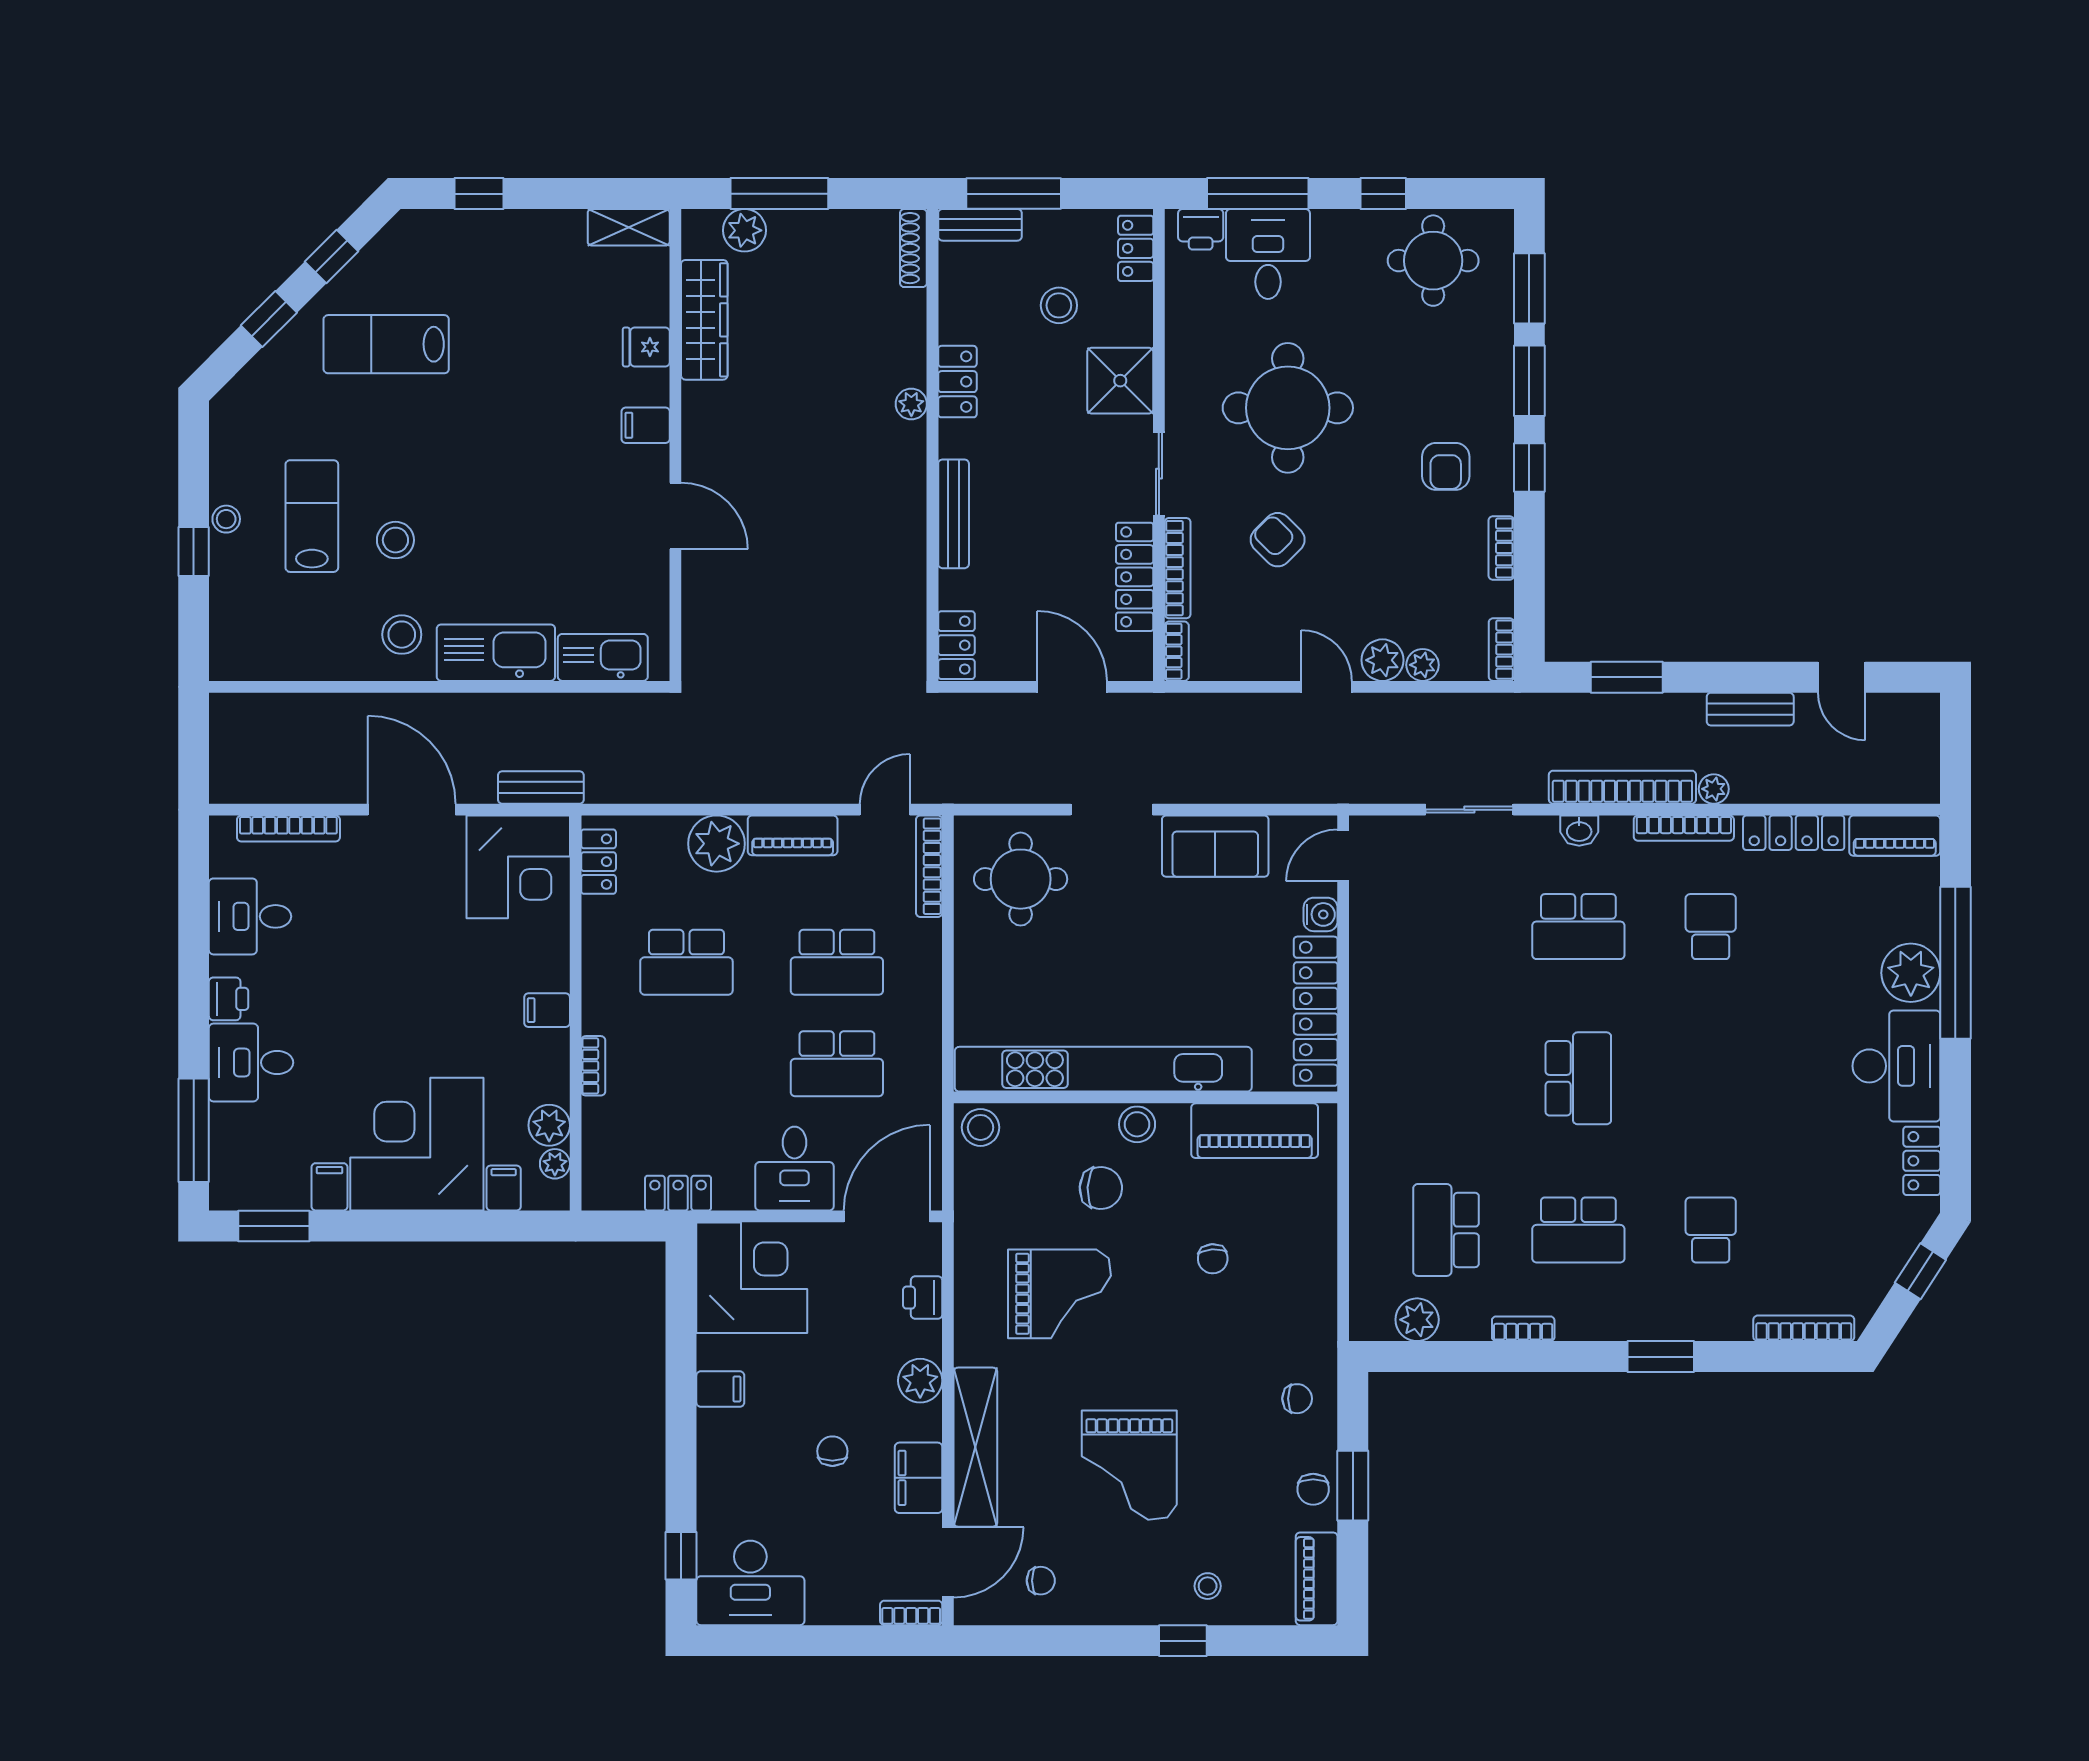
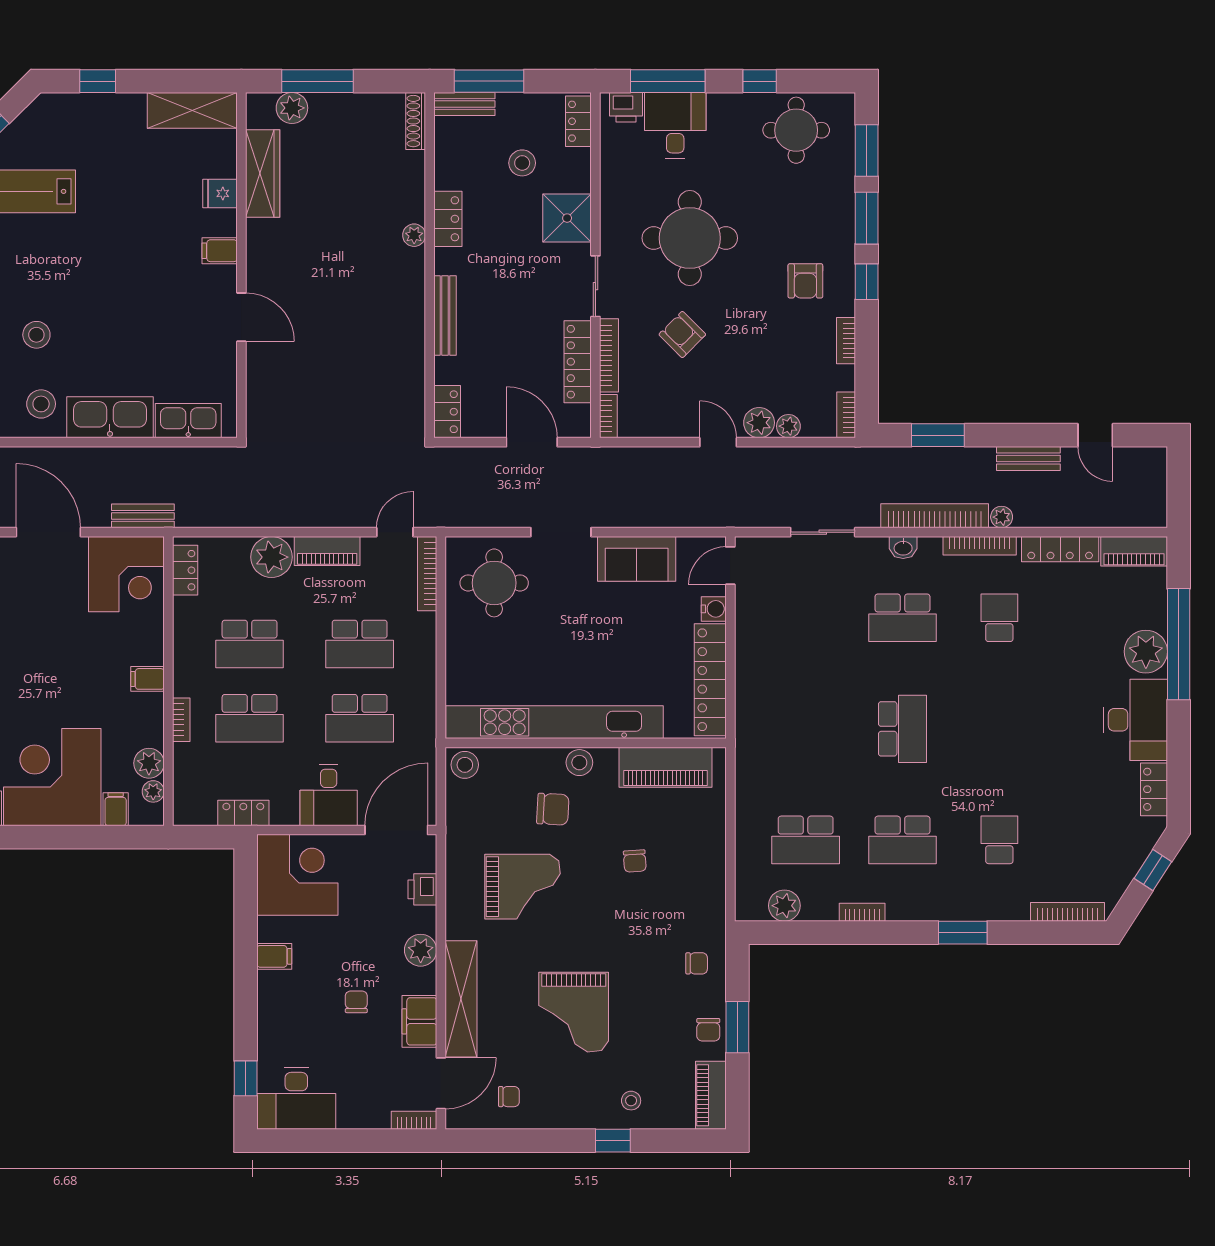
shelving: (629, 227) -> (192, 110), width x1.50, depth x1.33
school desk: (686, 1064) -> (250, 718), added
school desk: (1446, 1230) -> (806, 840), turned -90

